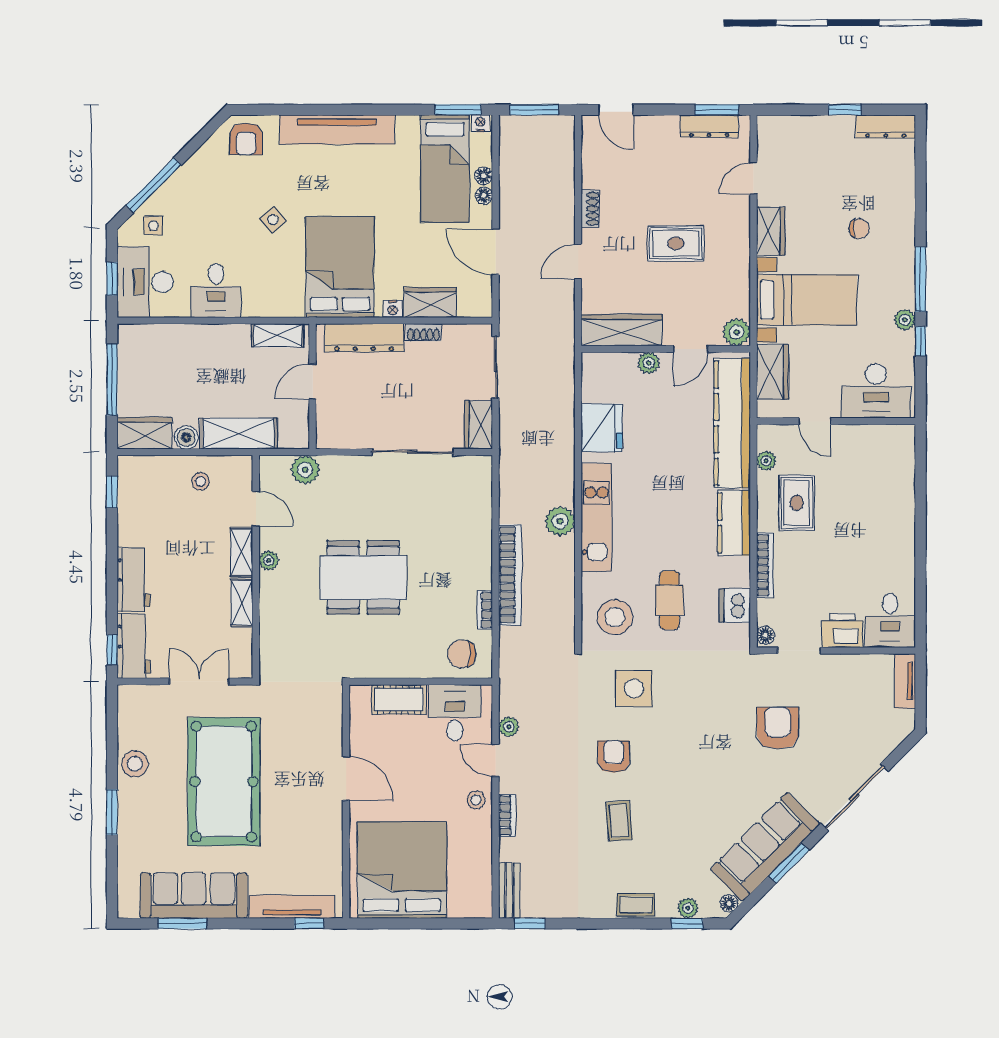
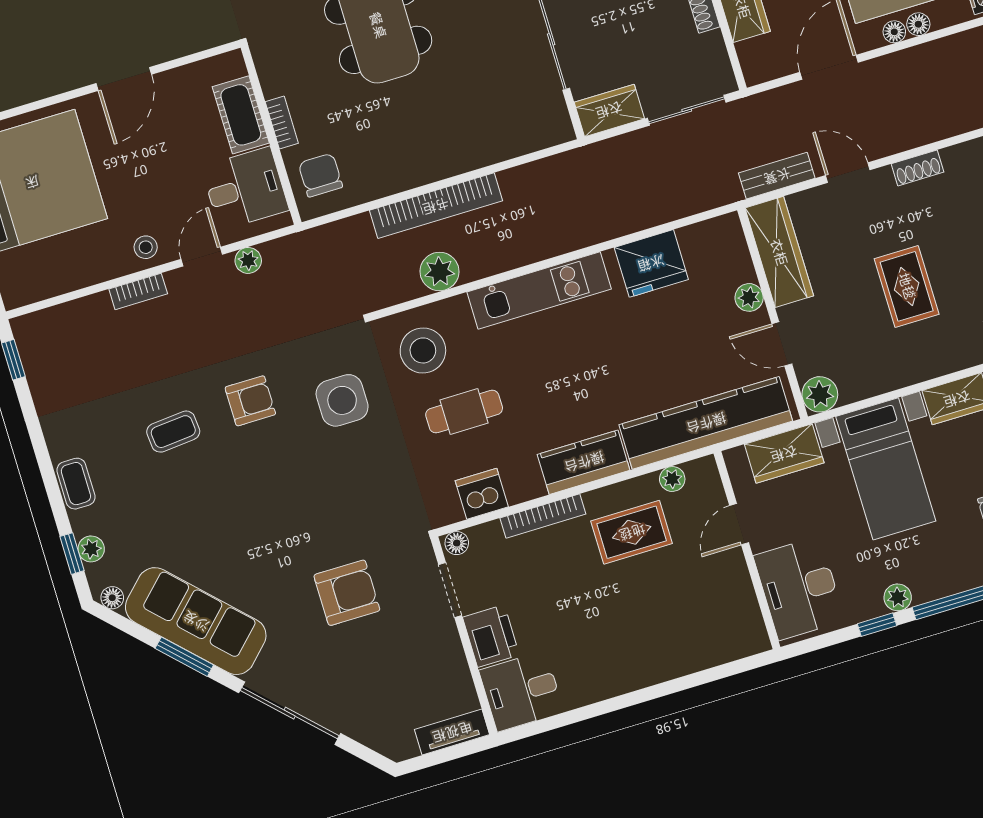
plant: (560, 521) -> (440, 272), moved
bookcase: (485, 610) -> (282, 122), moved, turned 90
bench: (509, 890) -> (777, 176), moved

